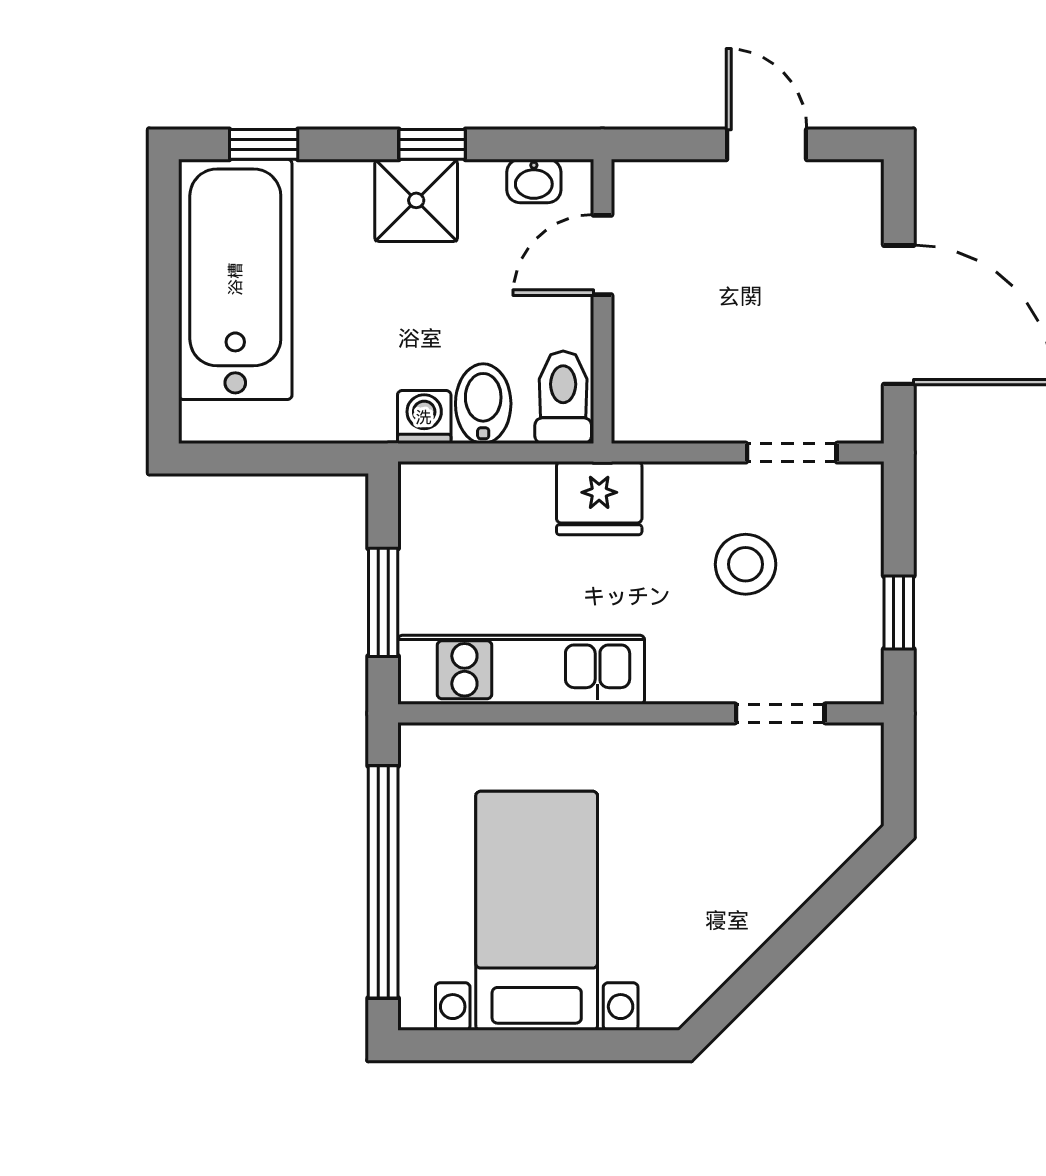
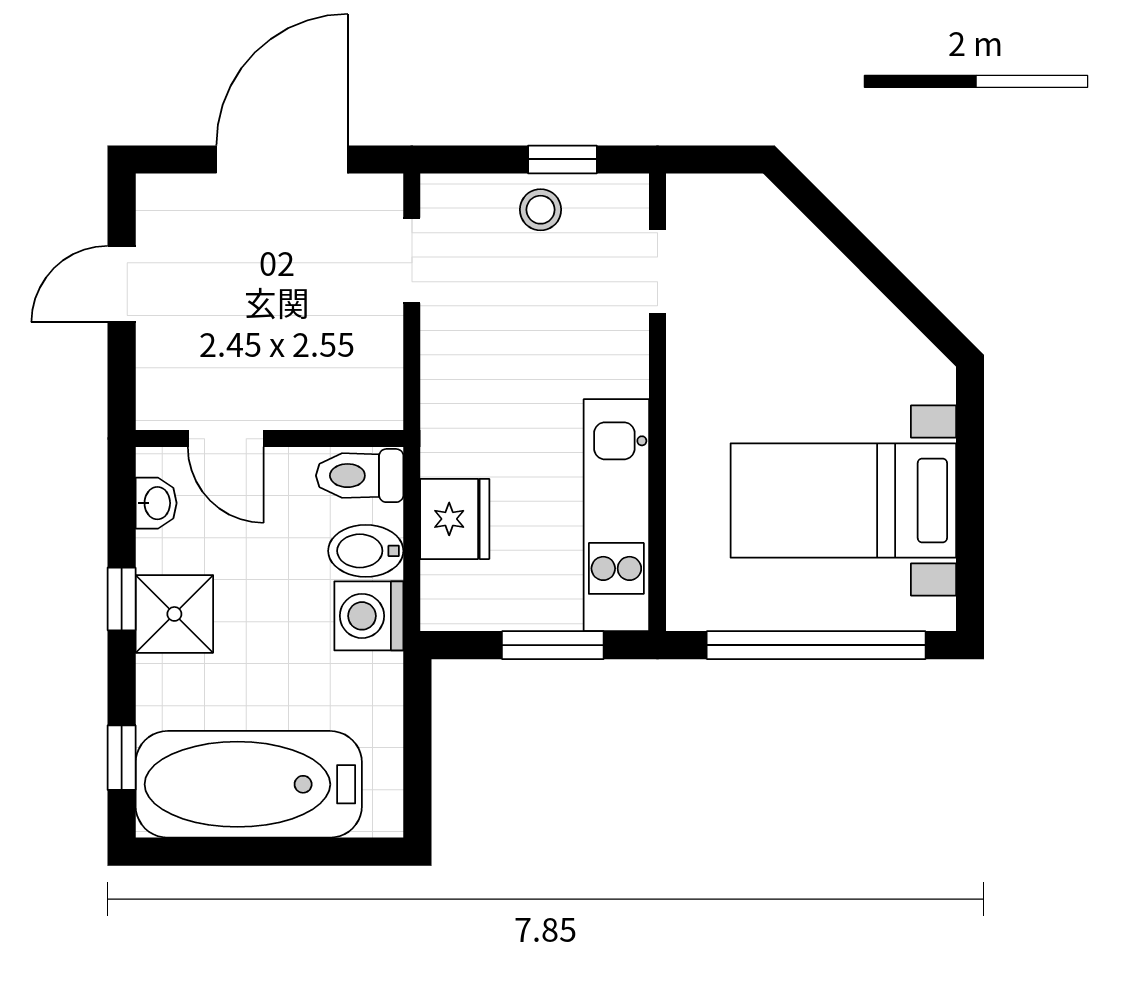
washing machine: (424, 417) -> (369, 616), width x1.38, depth x1.38
fridge: (599, 498) -> (455, 519), moved
stool: (746, 564) -> (541, 210), moved, width x0.73, depth x0.73

